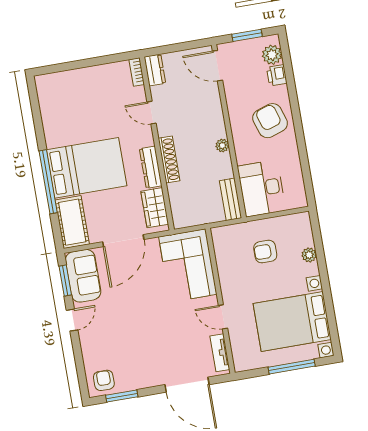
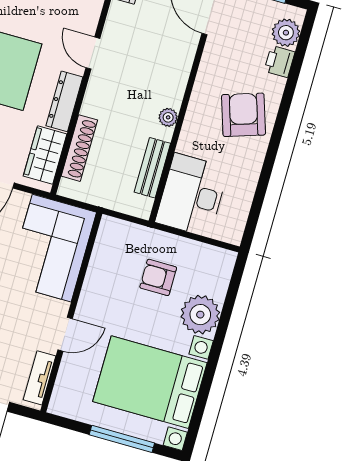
door: (152, 113) -> (93, 53), moved
shoe rack: (169, 160) -> (79, 148), moved
bench: (231, 199) -> (152, 168), moved
plant: (309, 255) -> (200, 315), width x1.88, depth x1.88
door: (223, 317) -> (65, 334), swing flipped

